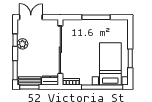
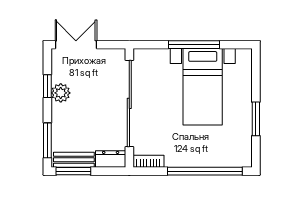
bed with nightstands: (110, 64) -> (203, 87), moved, turned 180

